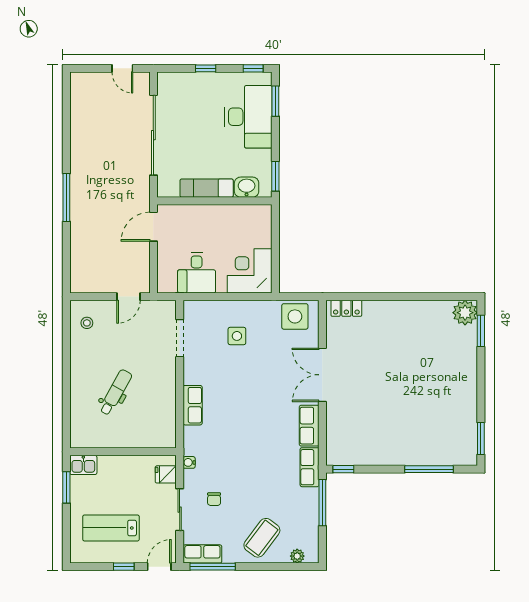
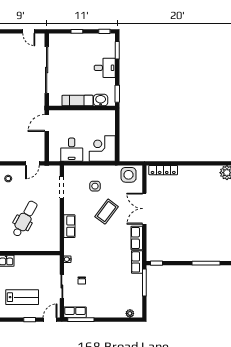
desk: (248, 117) -> (105, 68), width x0.53, depth x0.77
locker: (346, 308) -> (163, 170), width x1.53
dental chair: (116, 392) -> (25, 219), width x1.36, depth x1.38
fridge: (166, 474) -> (54, 266), removed
lab bench: (111, 528) -> (22, 297), turned 180
coffee table: (262, 538) -> (107, 212), moved

